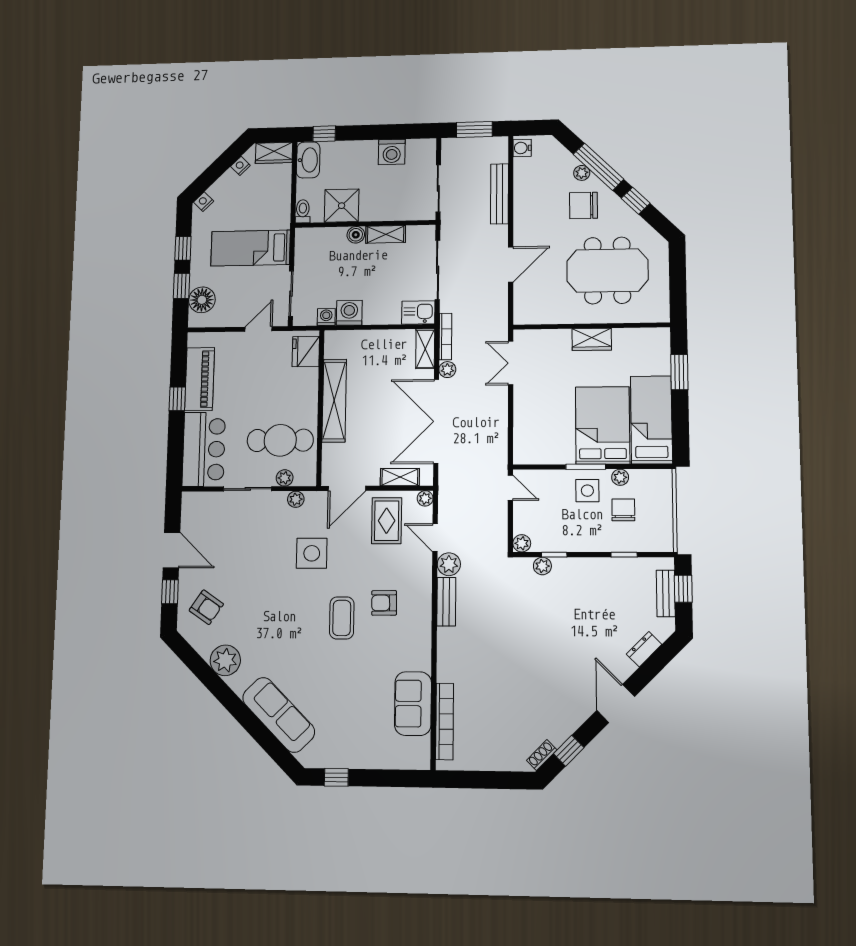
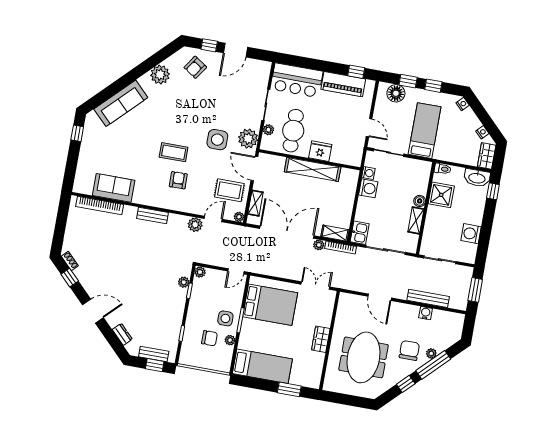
water cooler: (522, 148) -> (426, 313), moved
fridge: (306, 352) -> (320, 151), moved
window: (177, 399) -> (356, 72), moved
bed: (603, 425) -> (270, 305), moved
plant: (296, 499) -> (248, 139), width x1.87, depth x1.87
bench: (446, 602) -> (153, 215), moved

